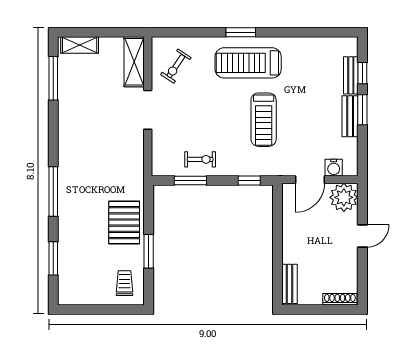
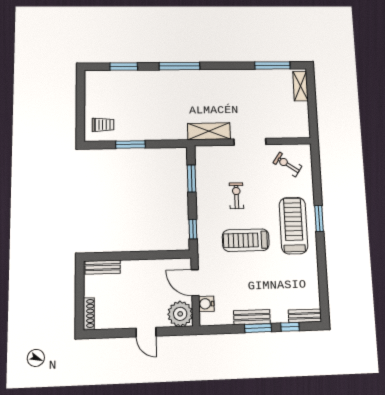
shelving: (134, 62) -> (209, 131), moved
bench: (351, 75) -> (305, 316), moved
exercise bike: (200, 159) -> (236, 196), moved, turned 180
pallet: (124, 223) -> (155, 124), removed

